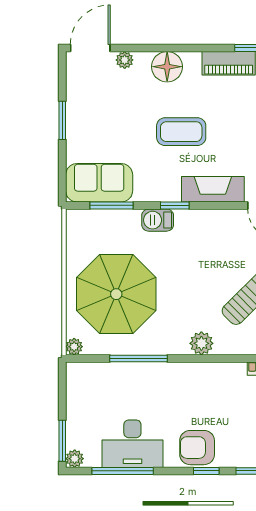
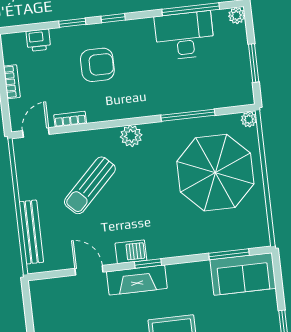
window: (175, 205) -> (148, 263), moved
barbecue: (158, 220) -> (131, 252), moved
window: (62, 441) -> (254, 63), moved
armchair: (197, 448) -> (97, 65), moved

